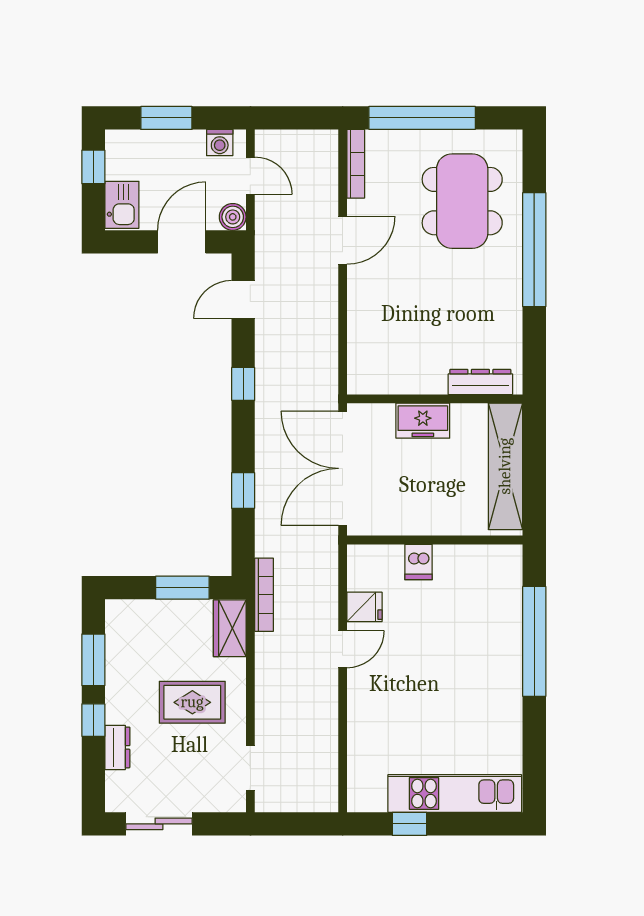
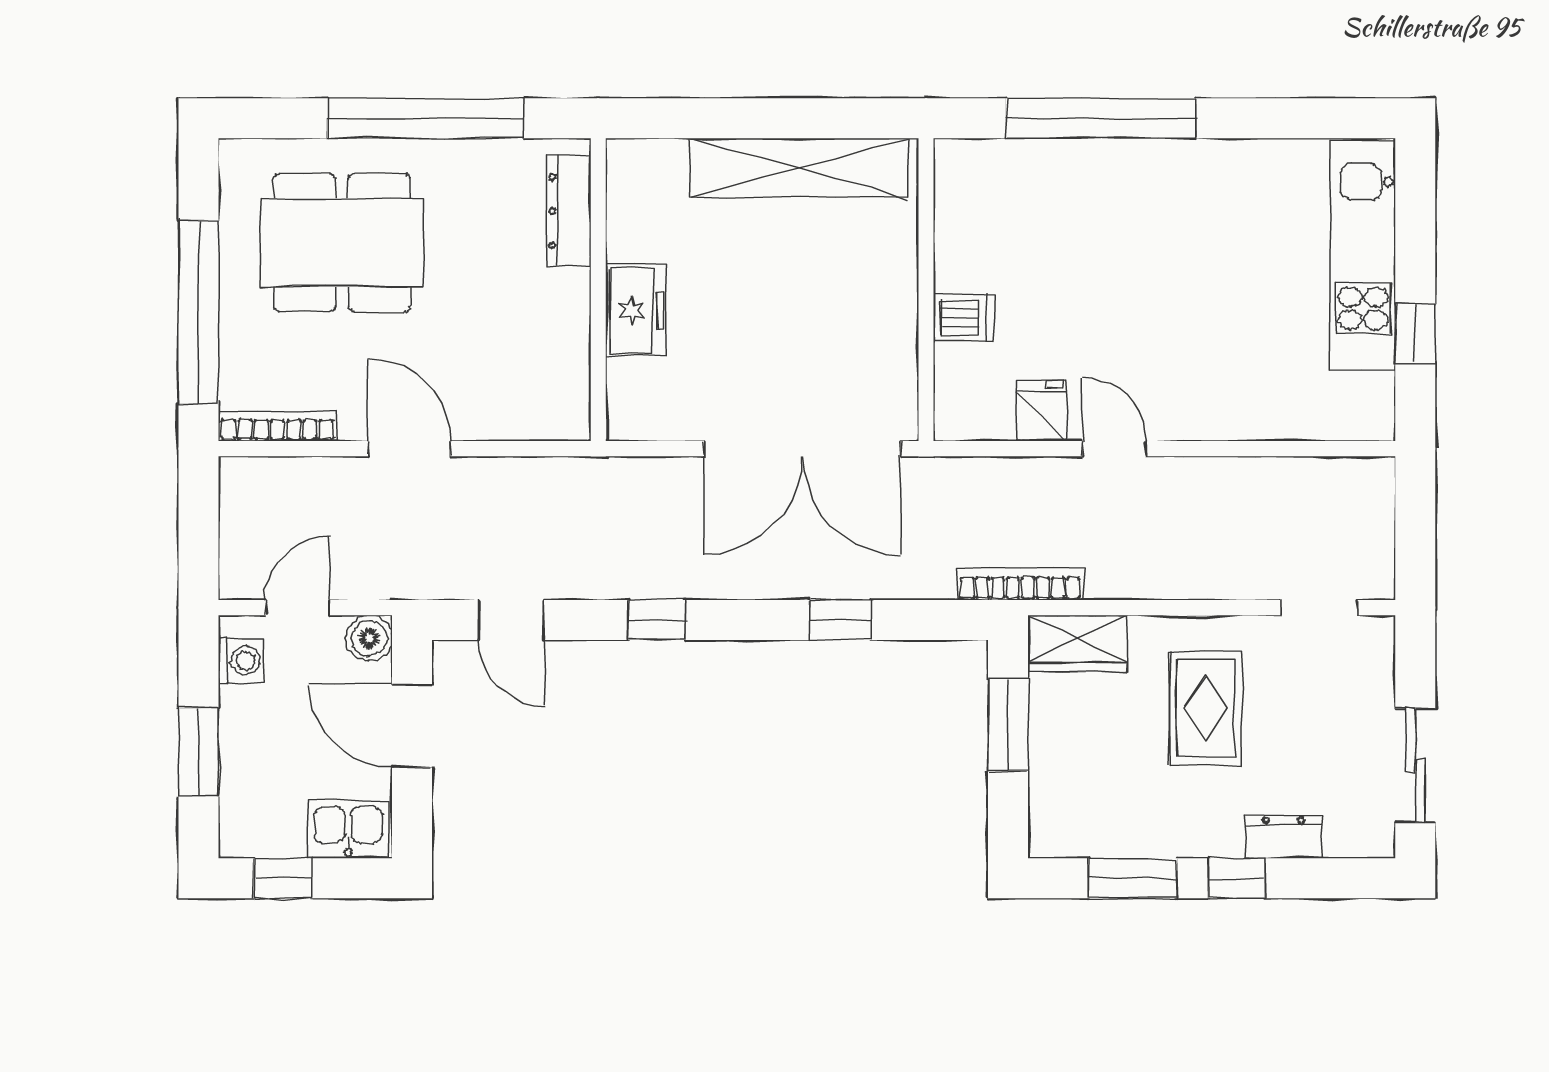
dresser: (480, 382) -> (569, 211), moved
wall: (435, 399) -> (598, 290), moved
freezer: (423, 421) -> (636, 310), moved

